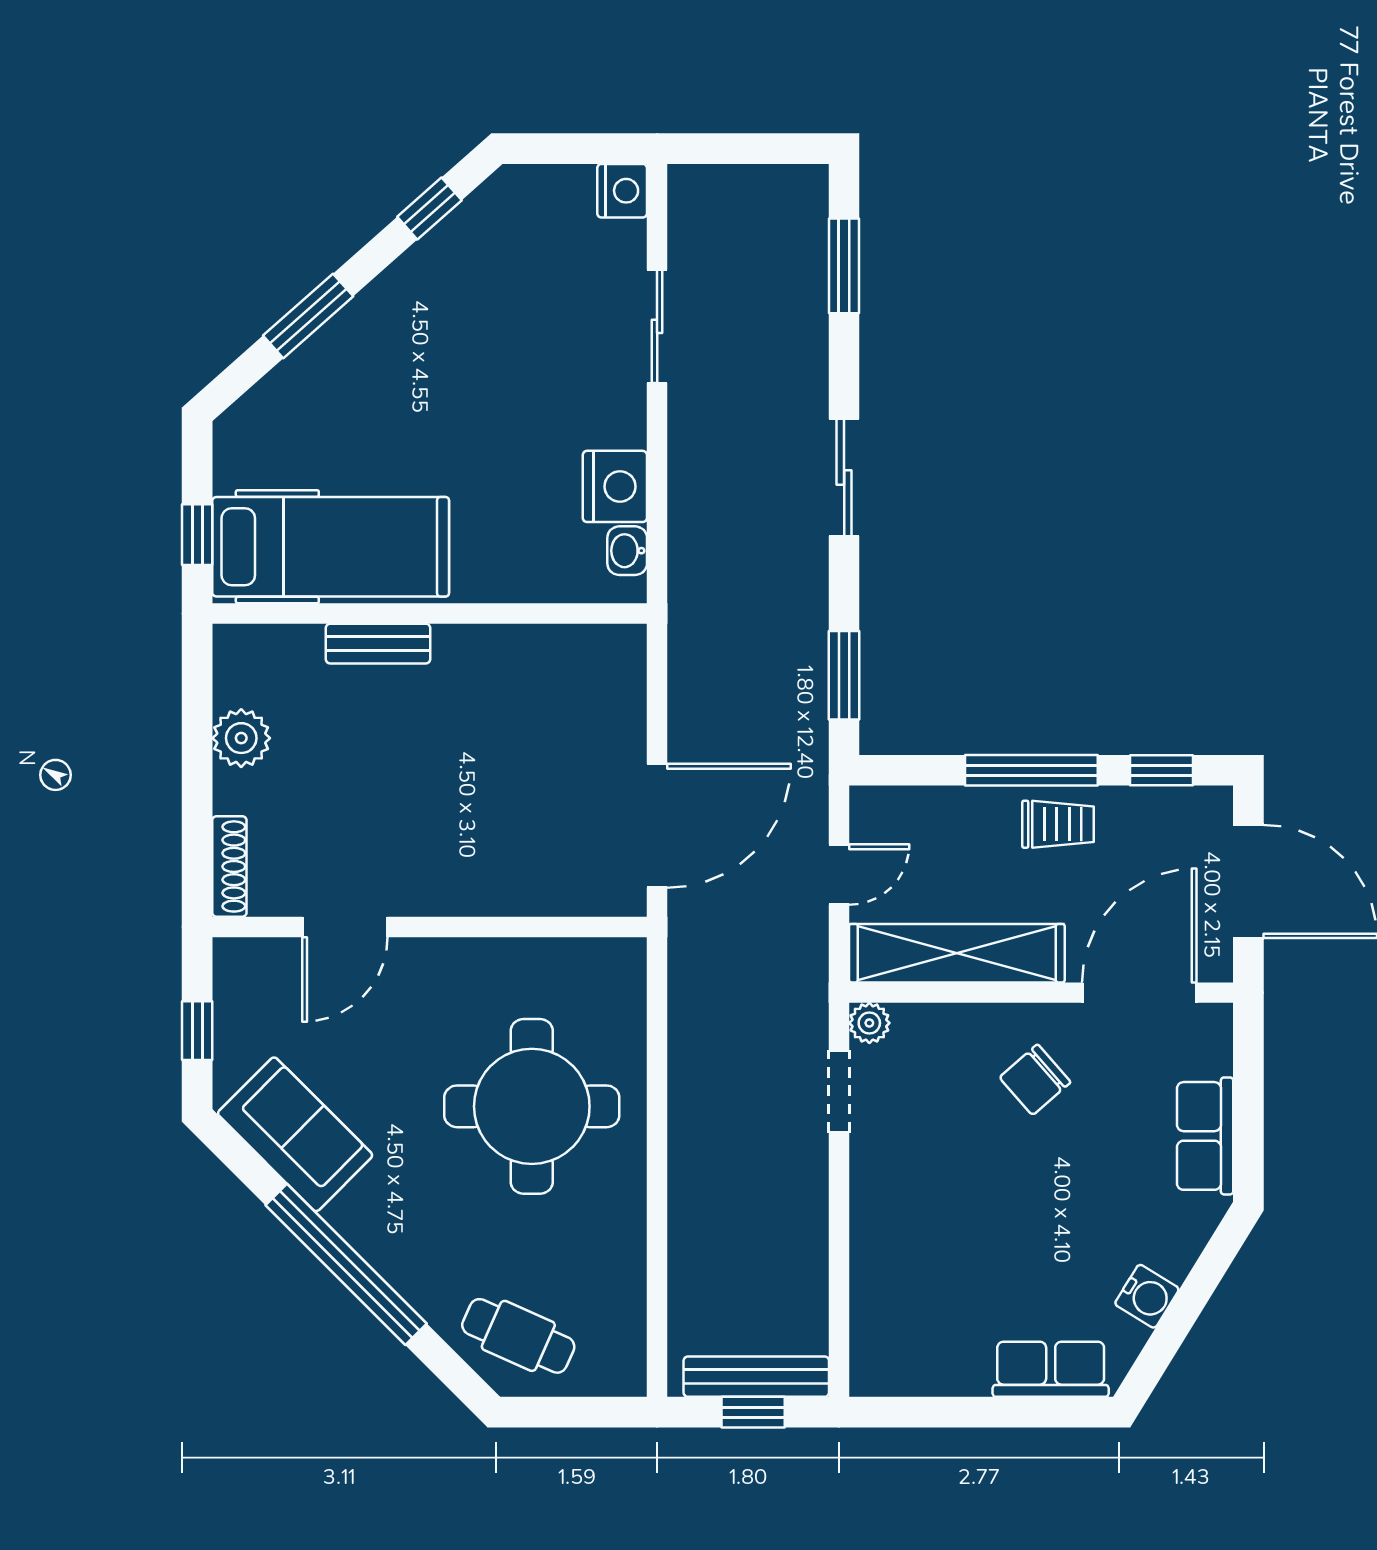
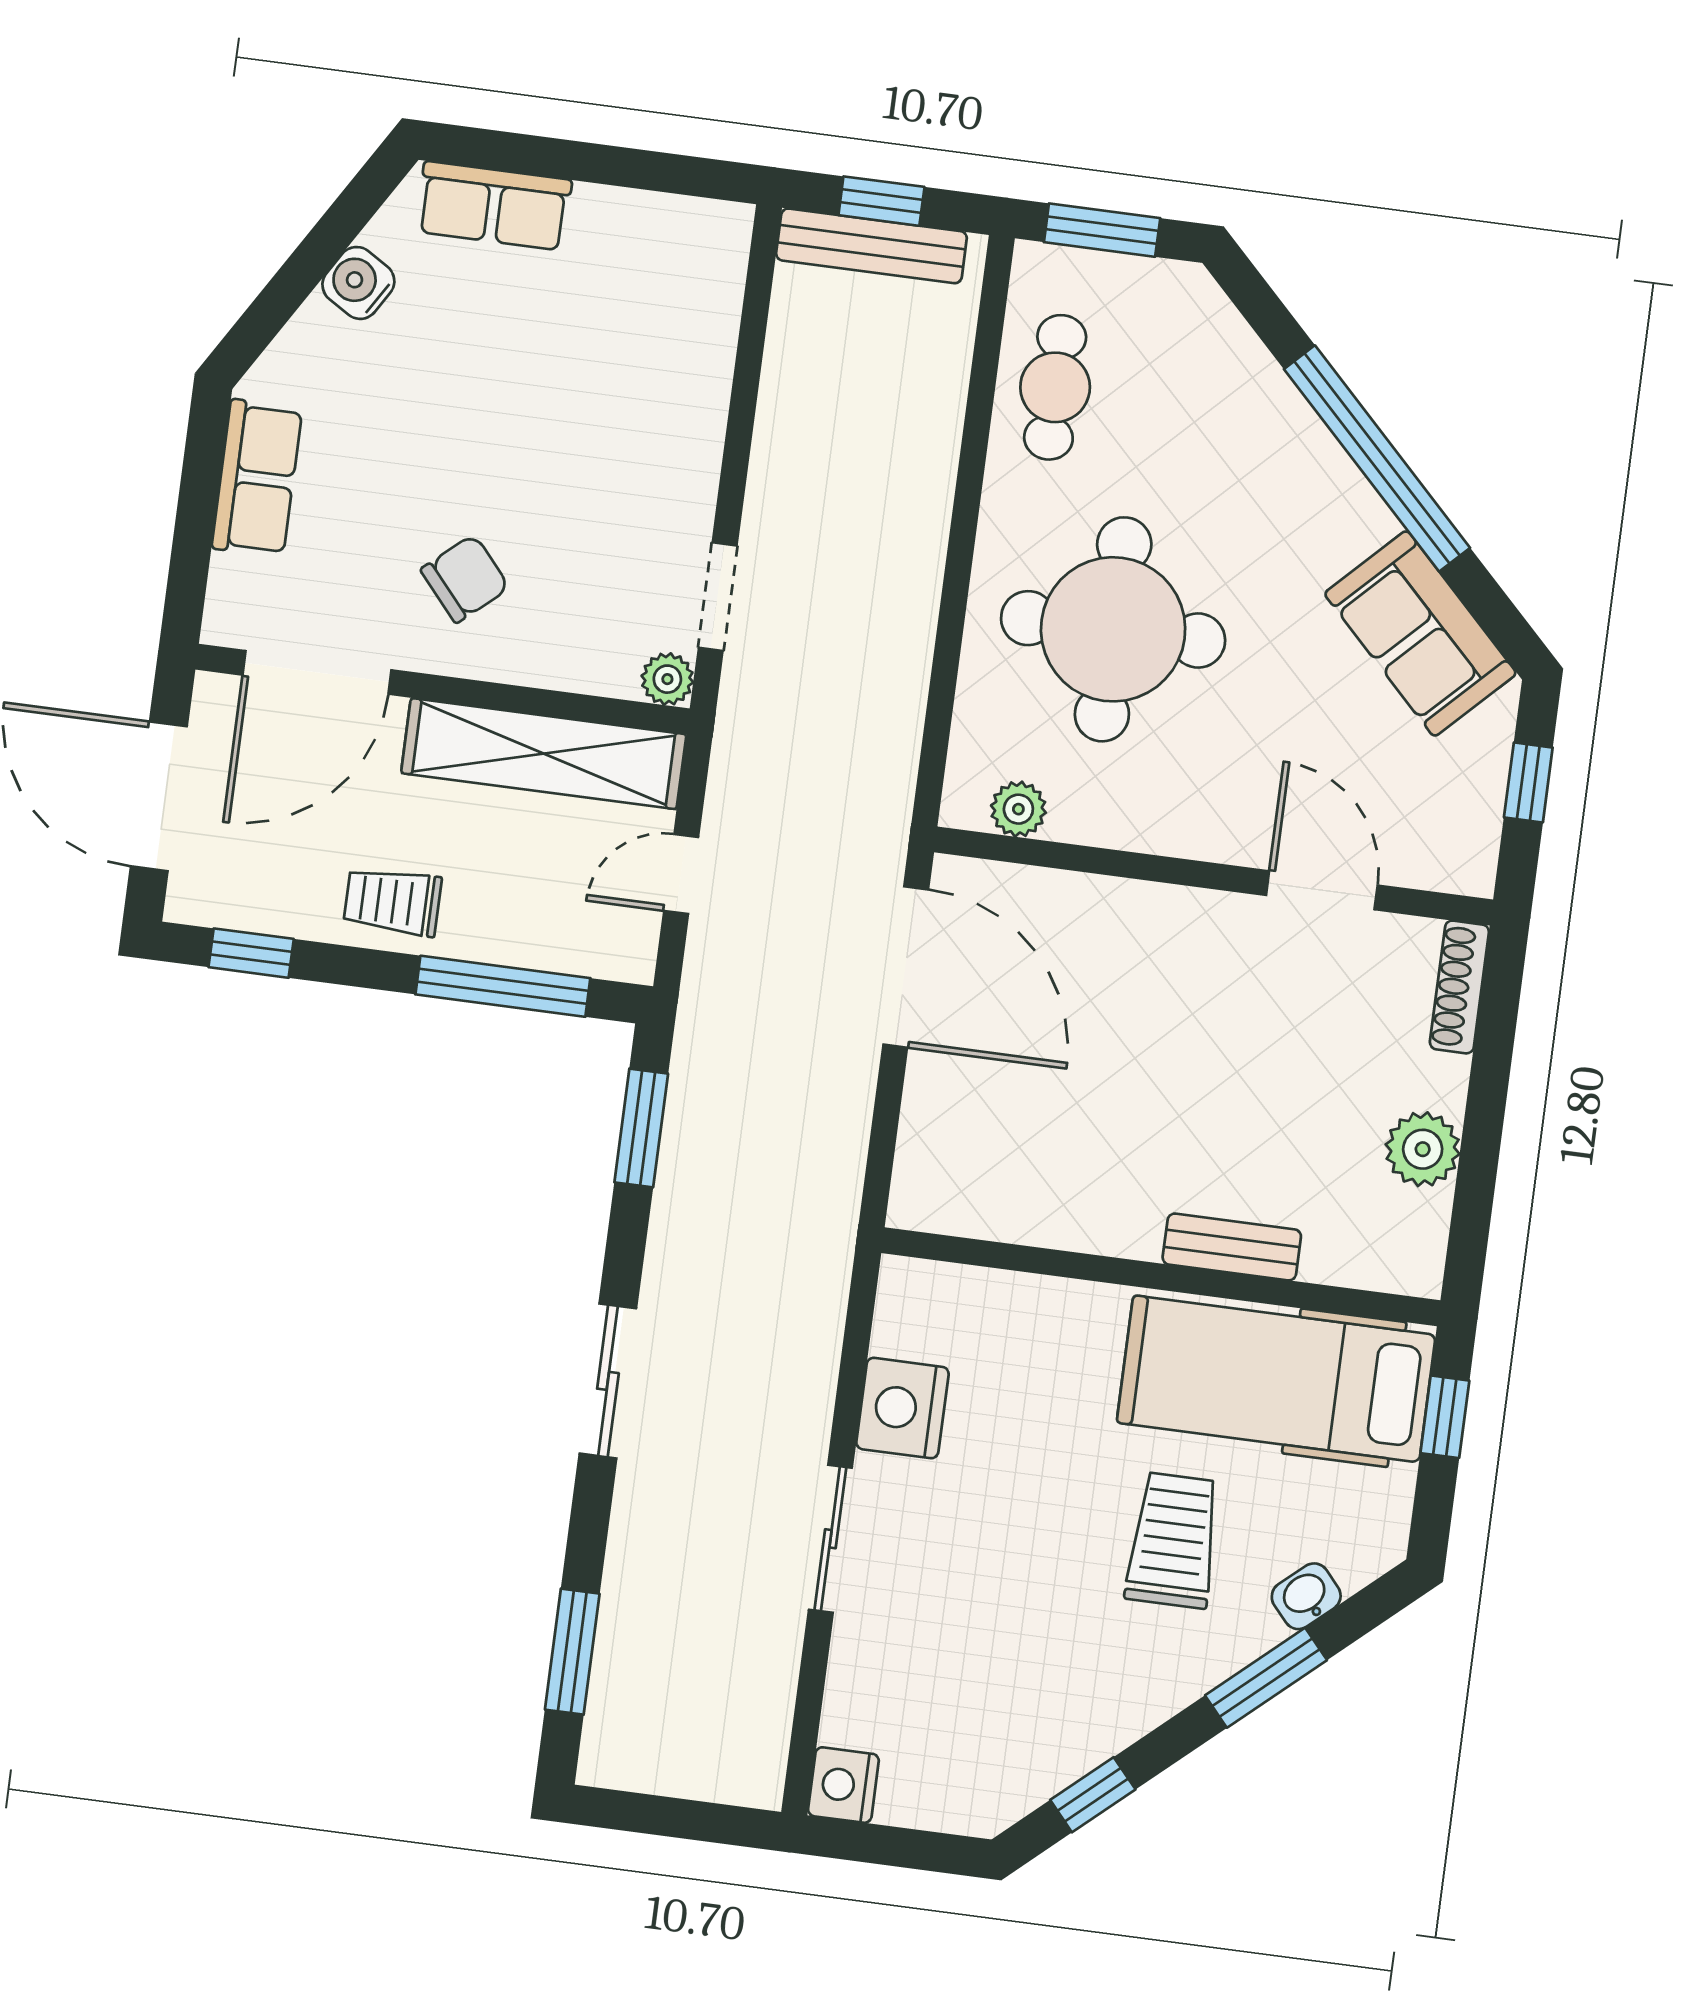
sliding door: (657, 326) -> (830, 1539), moved
trolley: (393, 412) -> (1173, 1540), added
washbasin: (627, 551) -> (1306, 1596), moved, turned -132
window: (1031, 770) -> (503, 986), moved
door: (657, 826) -> (906, 967), swing flipped
door: (345, 927) -> (1322, 890), hinge flipped
plant: (586, 959) -> (1018, 809), added
cafe table: (518, 1336) -> (1055, 387), moved, turned 66
window: (581, 1412) -> (1102, 230), added

